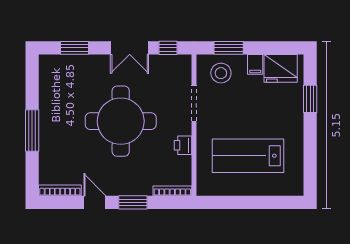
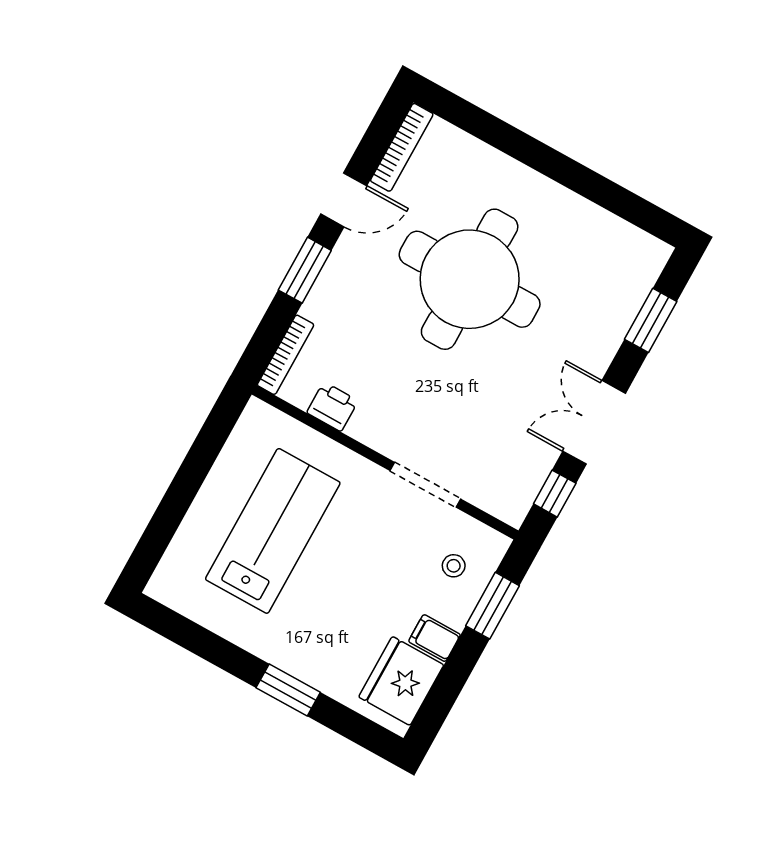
stool: (221, 73) -> (454, 566), width x0.53, depth x0.53
window: (310, 99) -> (288, 690), moved
round table: (121, 121) -> (470, 279), moved
window: (32, 131) -> (541, 157), removed
printer: (183, 145) -> (332, 407), moved

